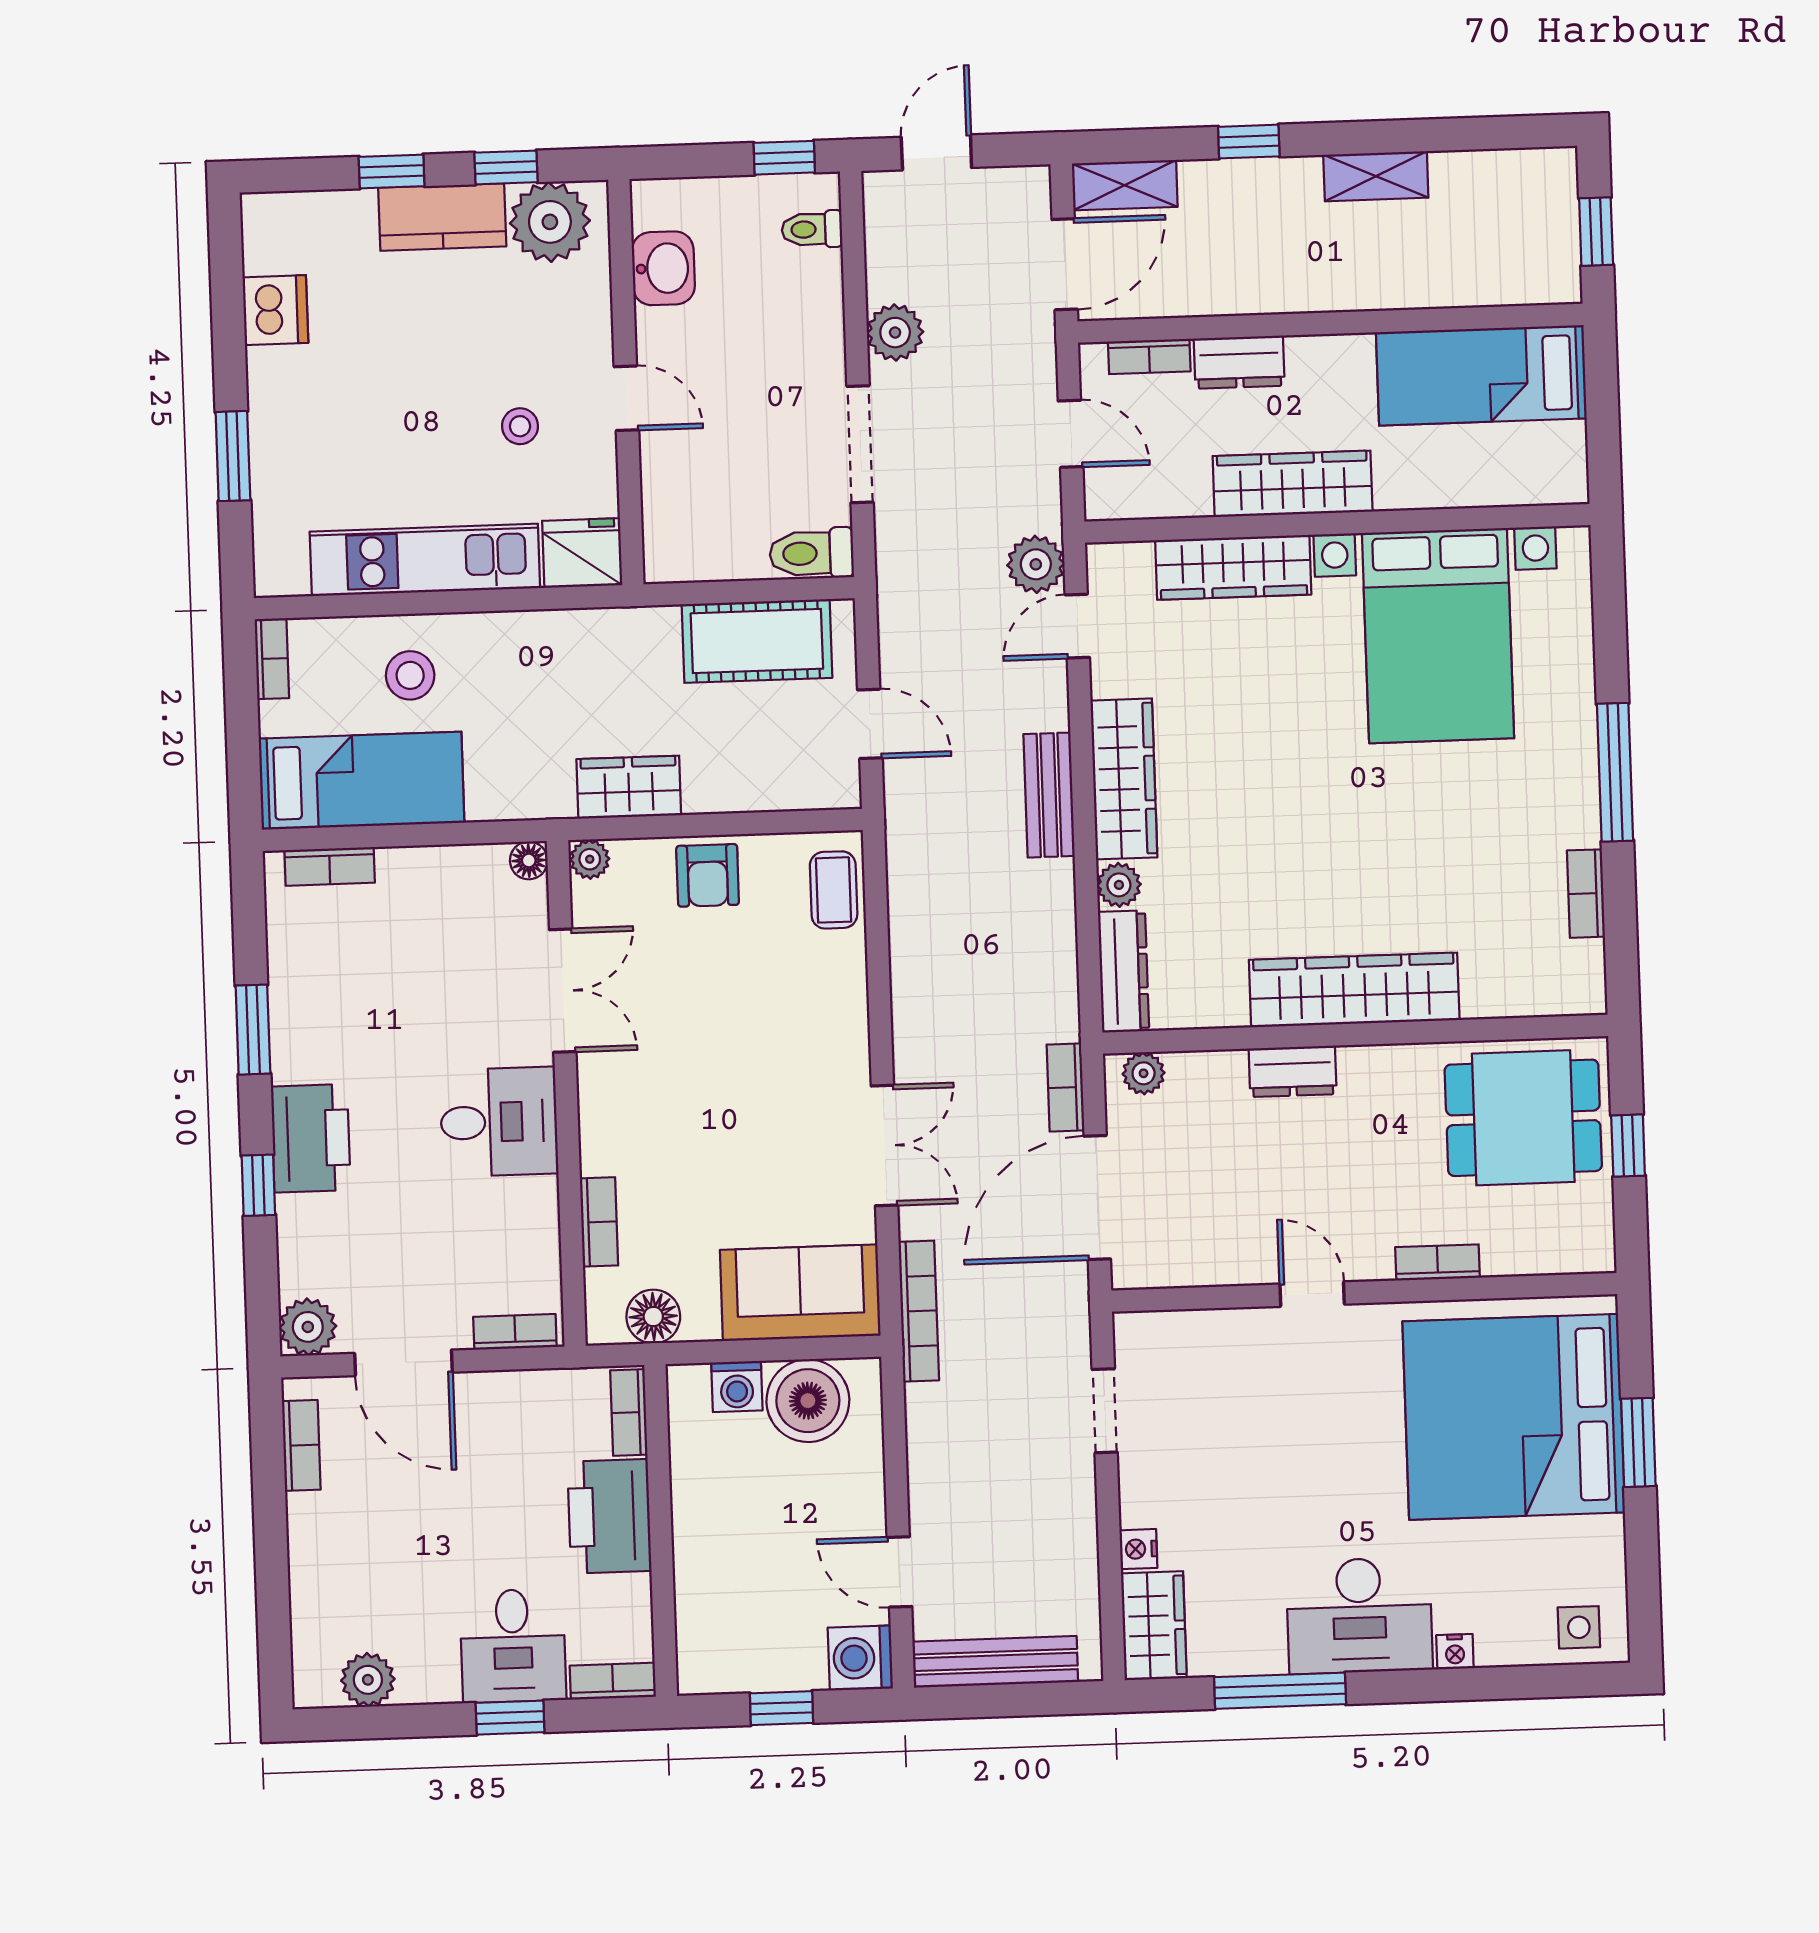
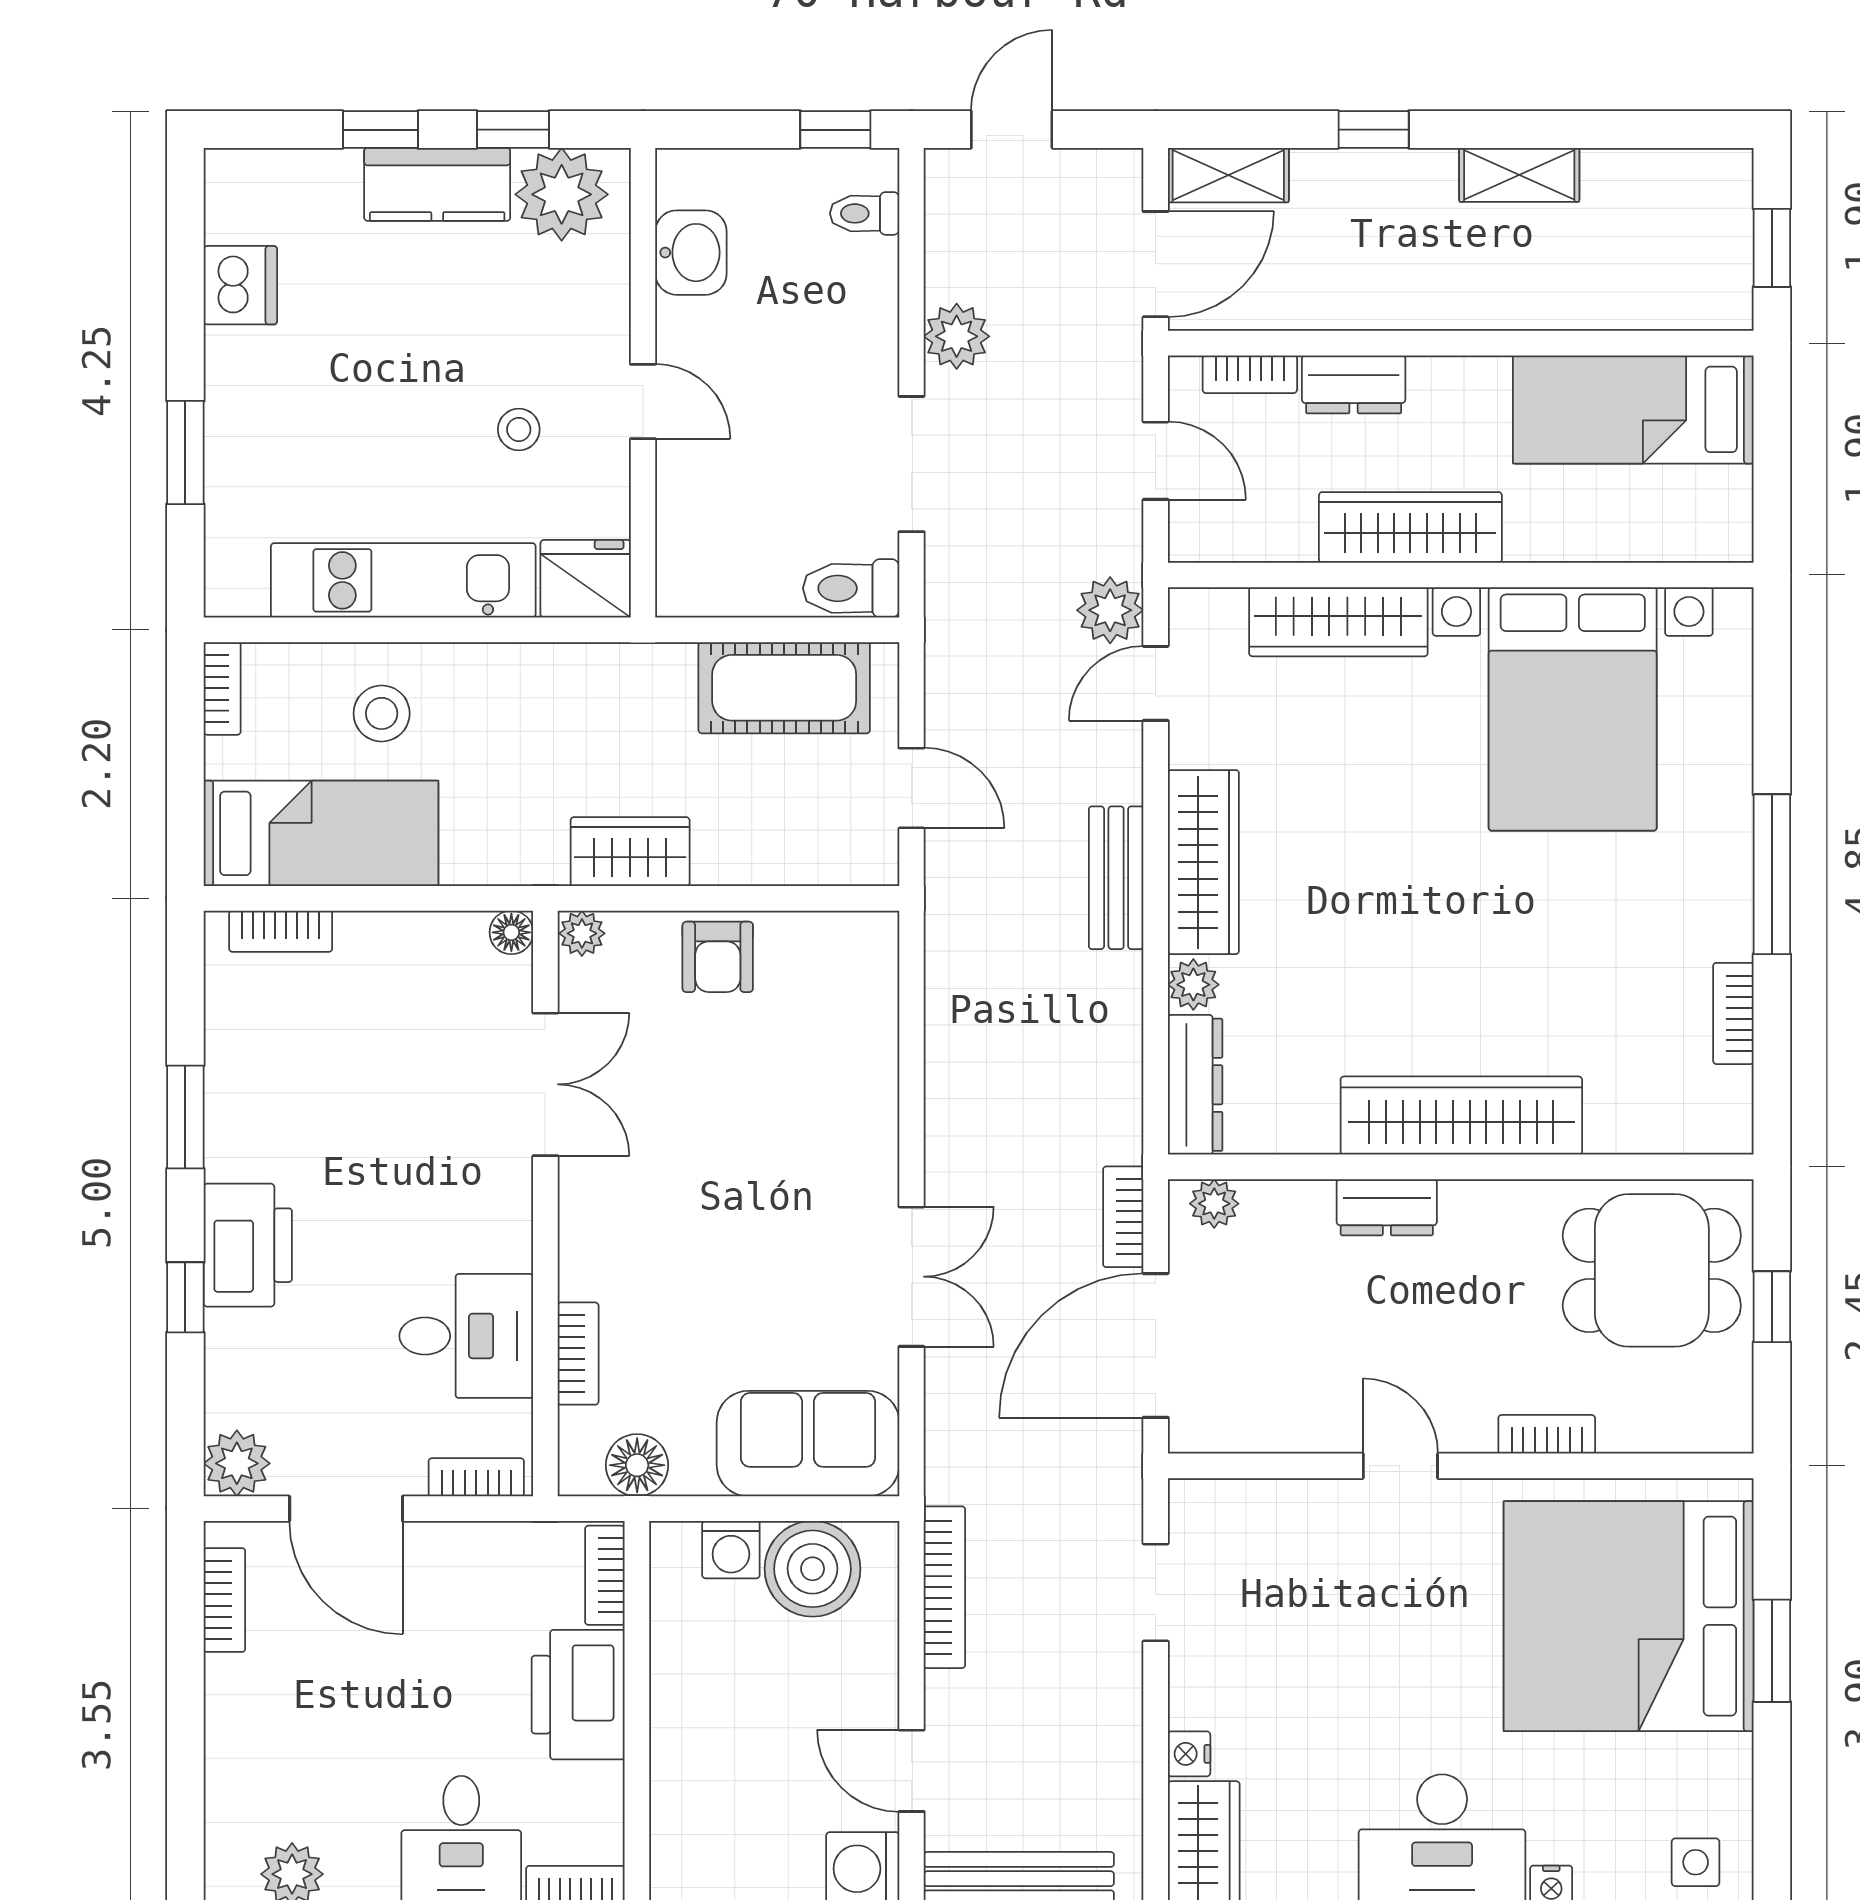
coffee table: (834, 890) -> (863, 979), removed
desk: (499, 1122) -> (466, 1336), moved
bookcase: (919, 1311) -> (944, 1587), moved

